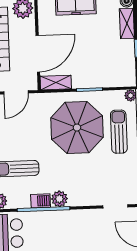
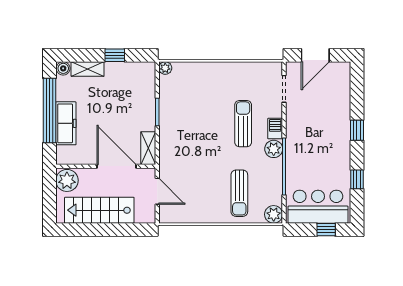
parasol: (77, 128) -> (198, 127), removed
sun lounger: (119, 132) -> (243, 124), moved, turned 90
barbecue: (41, 201) -> (275, 129), moved

